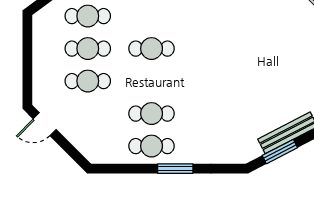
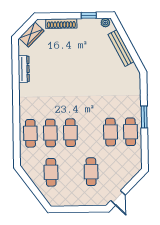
cafe table: (88, 49) -> (50, 133), moved
window: (280, 152) -> (133, 53), removed

